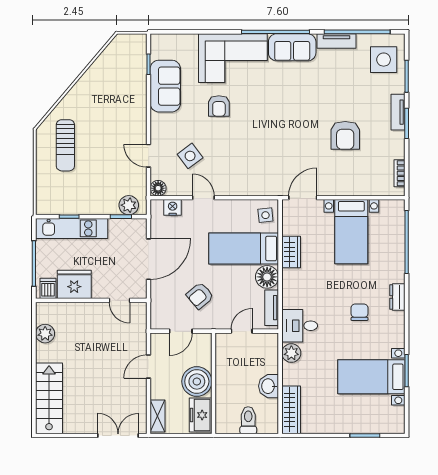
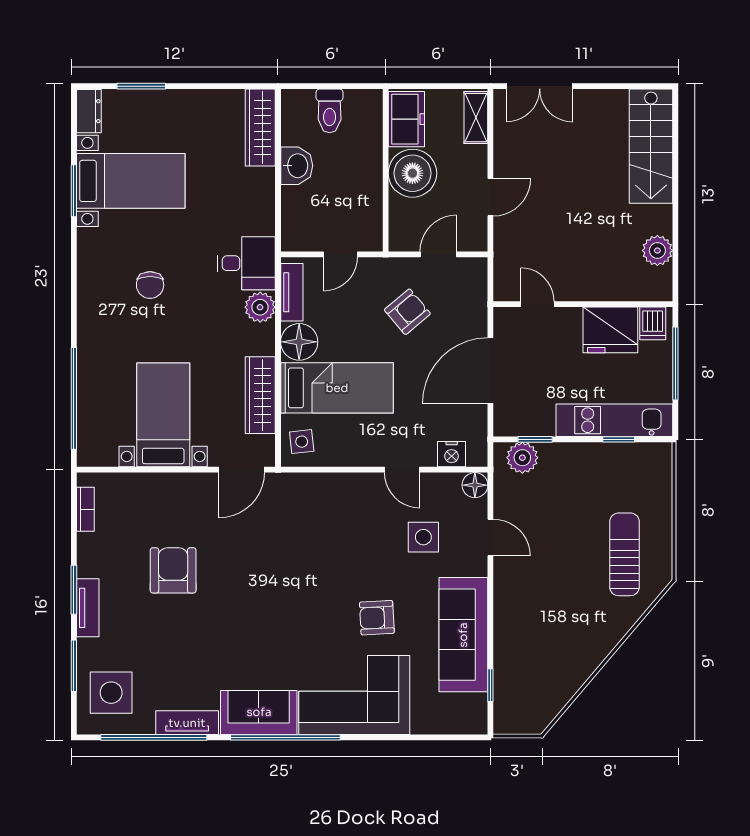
sofa: (165, 86) -> (463, 635), width x1.36
armchair: (219, 106) -> (377, 618), turned -93
side table: (190, 156) -> (423, 537), turned 37
wardrobe: (291, 252) -> (260, 395), width x1.50
dresser: (397, 297) -> (89, 111), moved
plant: (291, 353) -> (260, 307), moved

